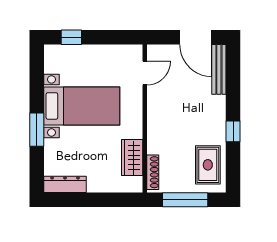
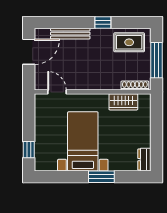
bench: (219, 69) -> (70, 34), moved
dresser: (65, 184) -> (144, 160), width x0.70

